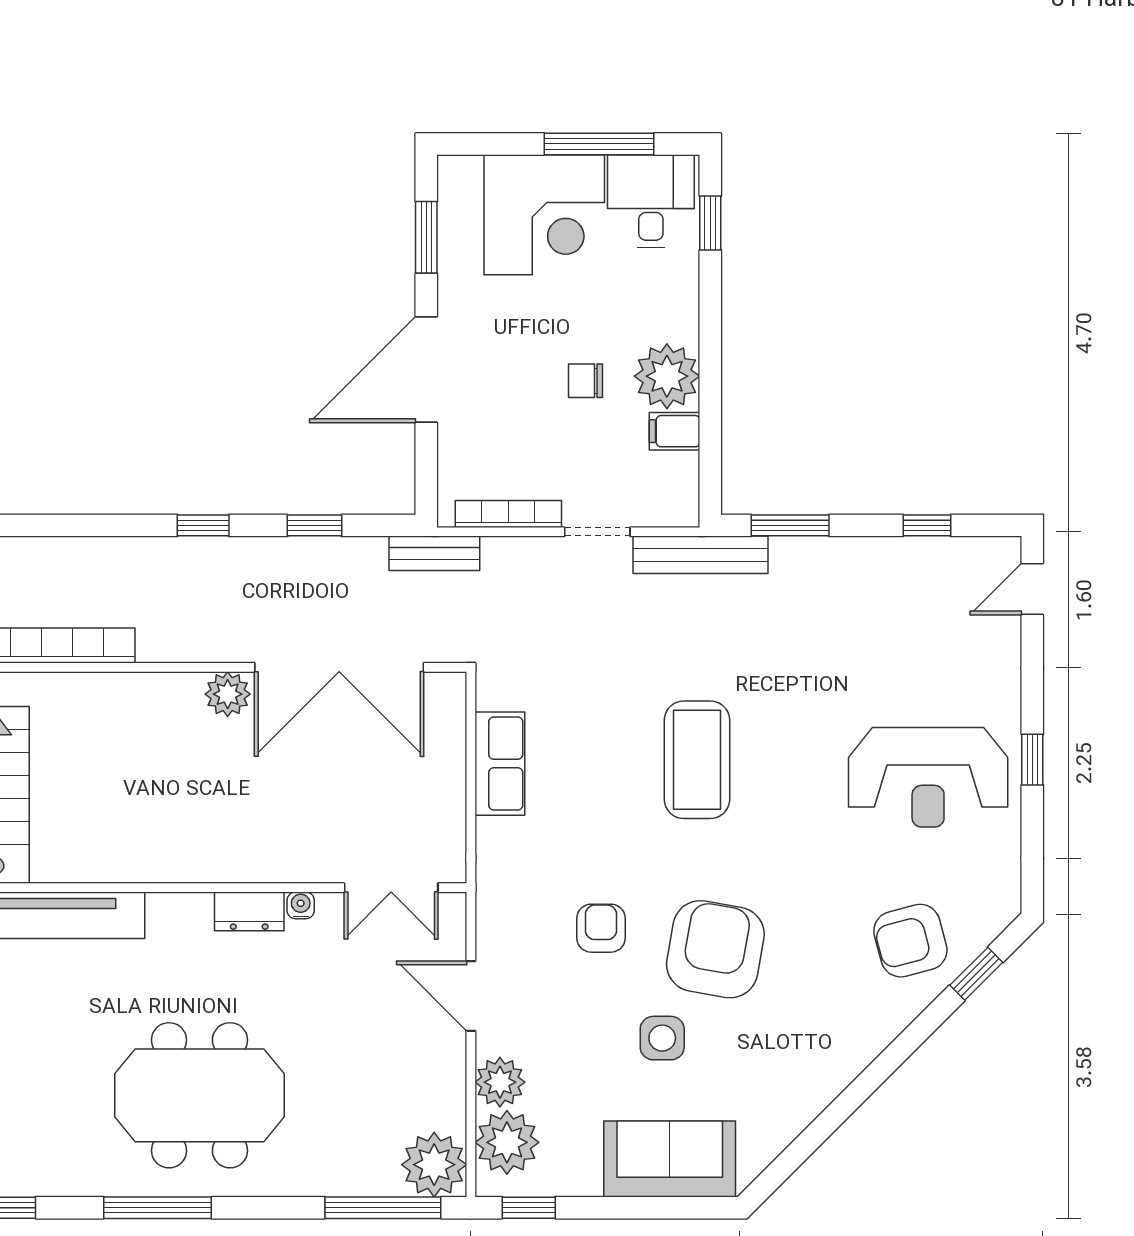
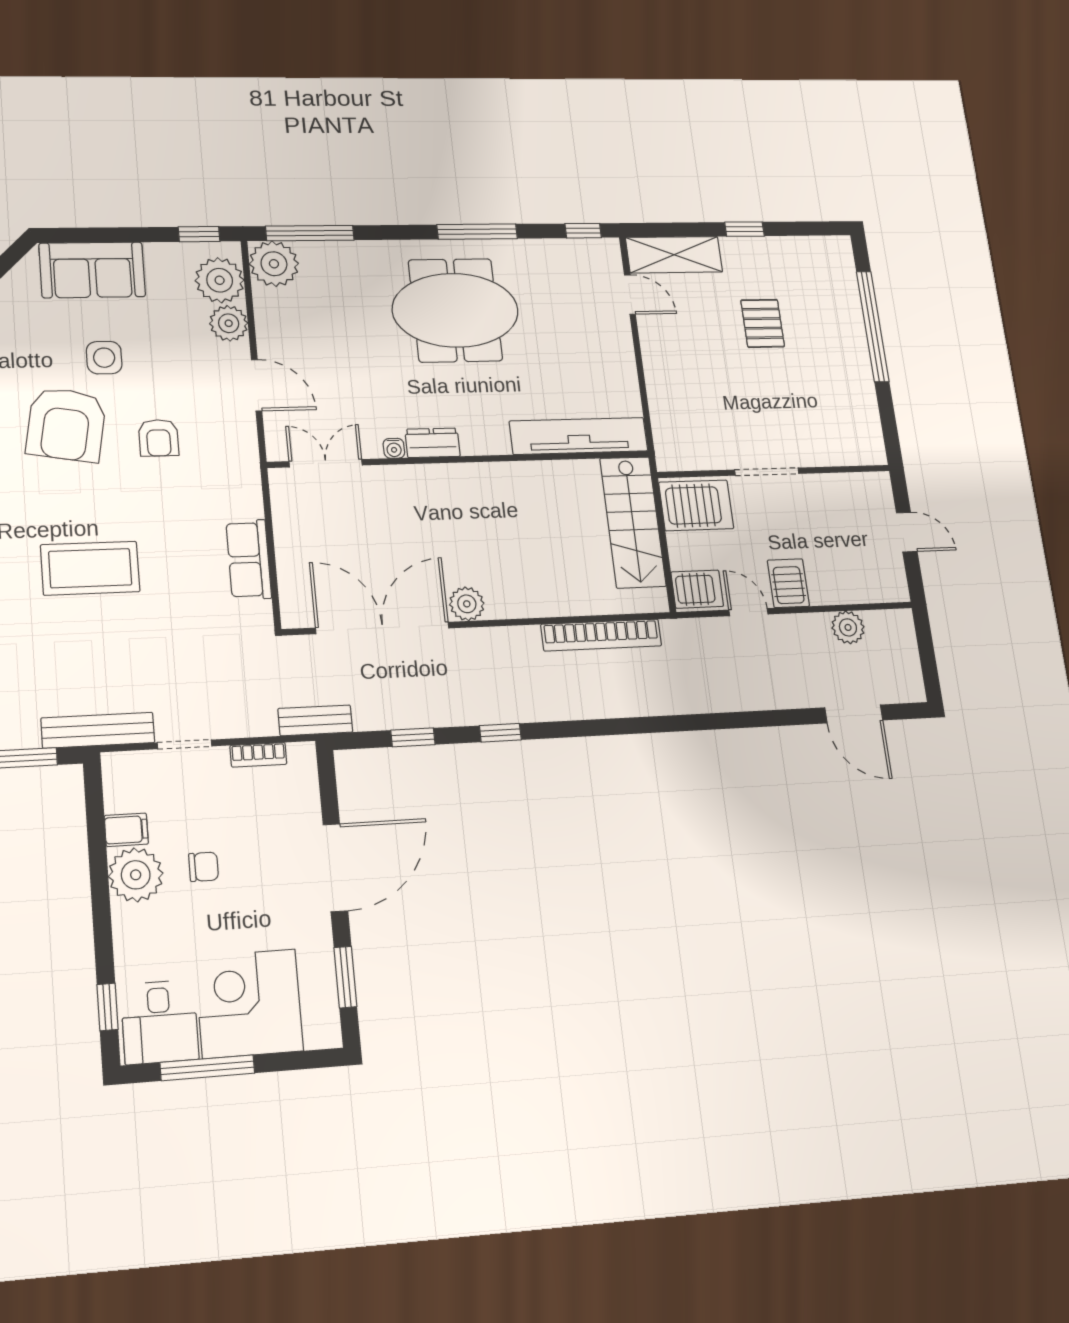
bookcase: (508, 514) -> (258, 755), width x0.64
coffee table: (697, 760) -> (90, 568), turned 90

